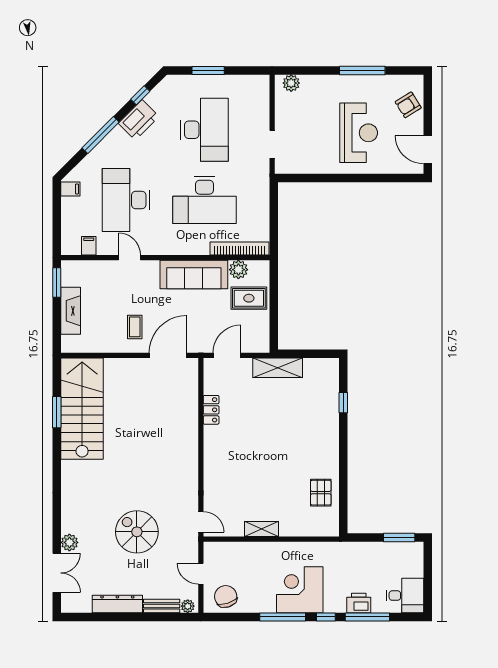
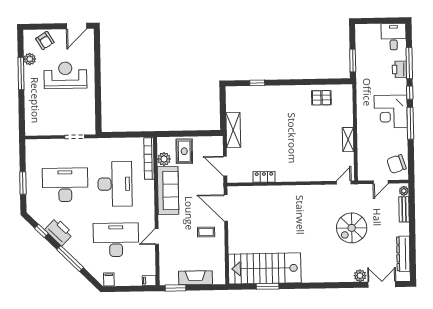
plant: (291, 83) -> (30, 59), moved
desk: (126, 200) -> (116, 240), turned 180
filing cabinet: (89, 246) -> (149, 280), moved
window: (399, 537) -> (353, 60), moved
dresser: (117, 604) -> (403, 254), moved

